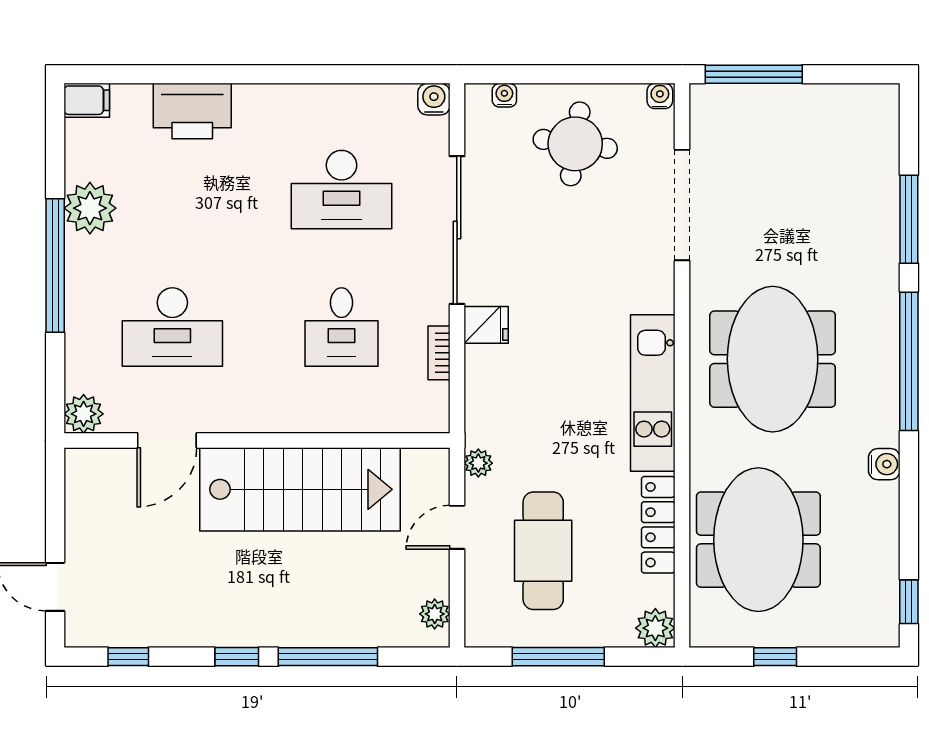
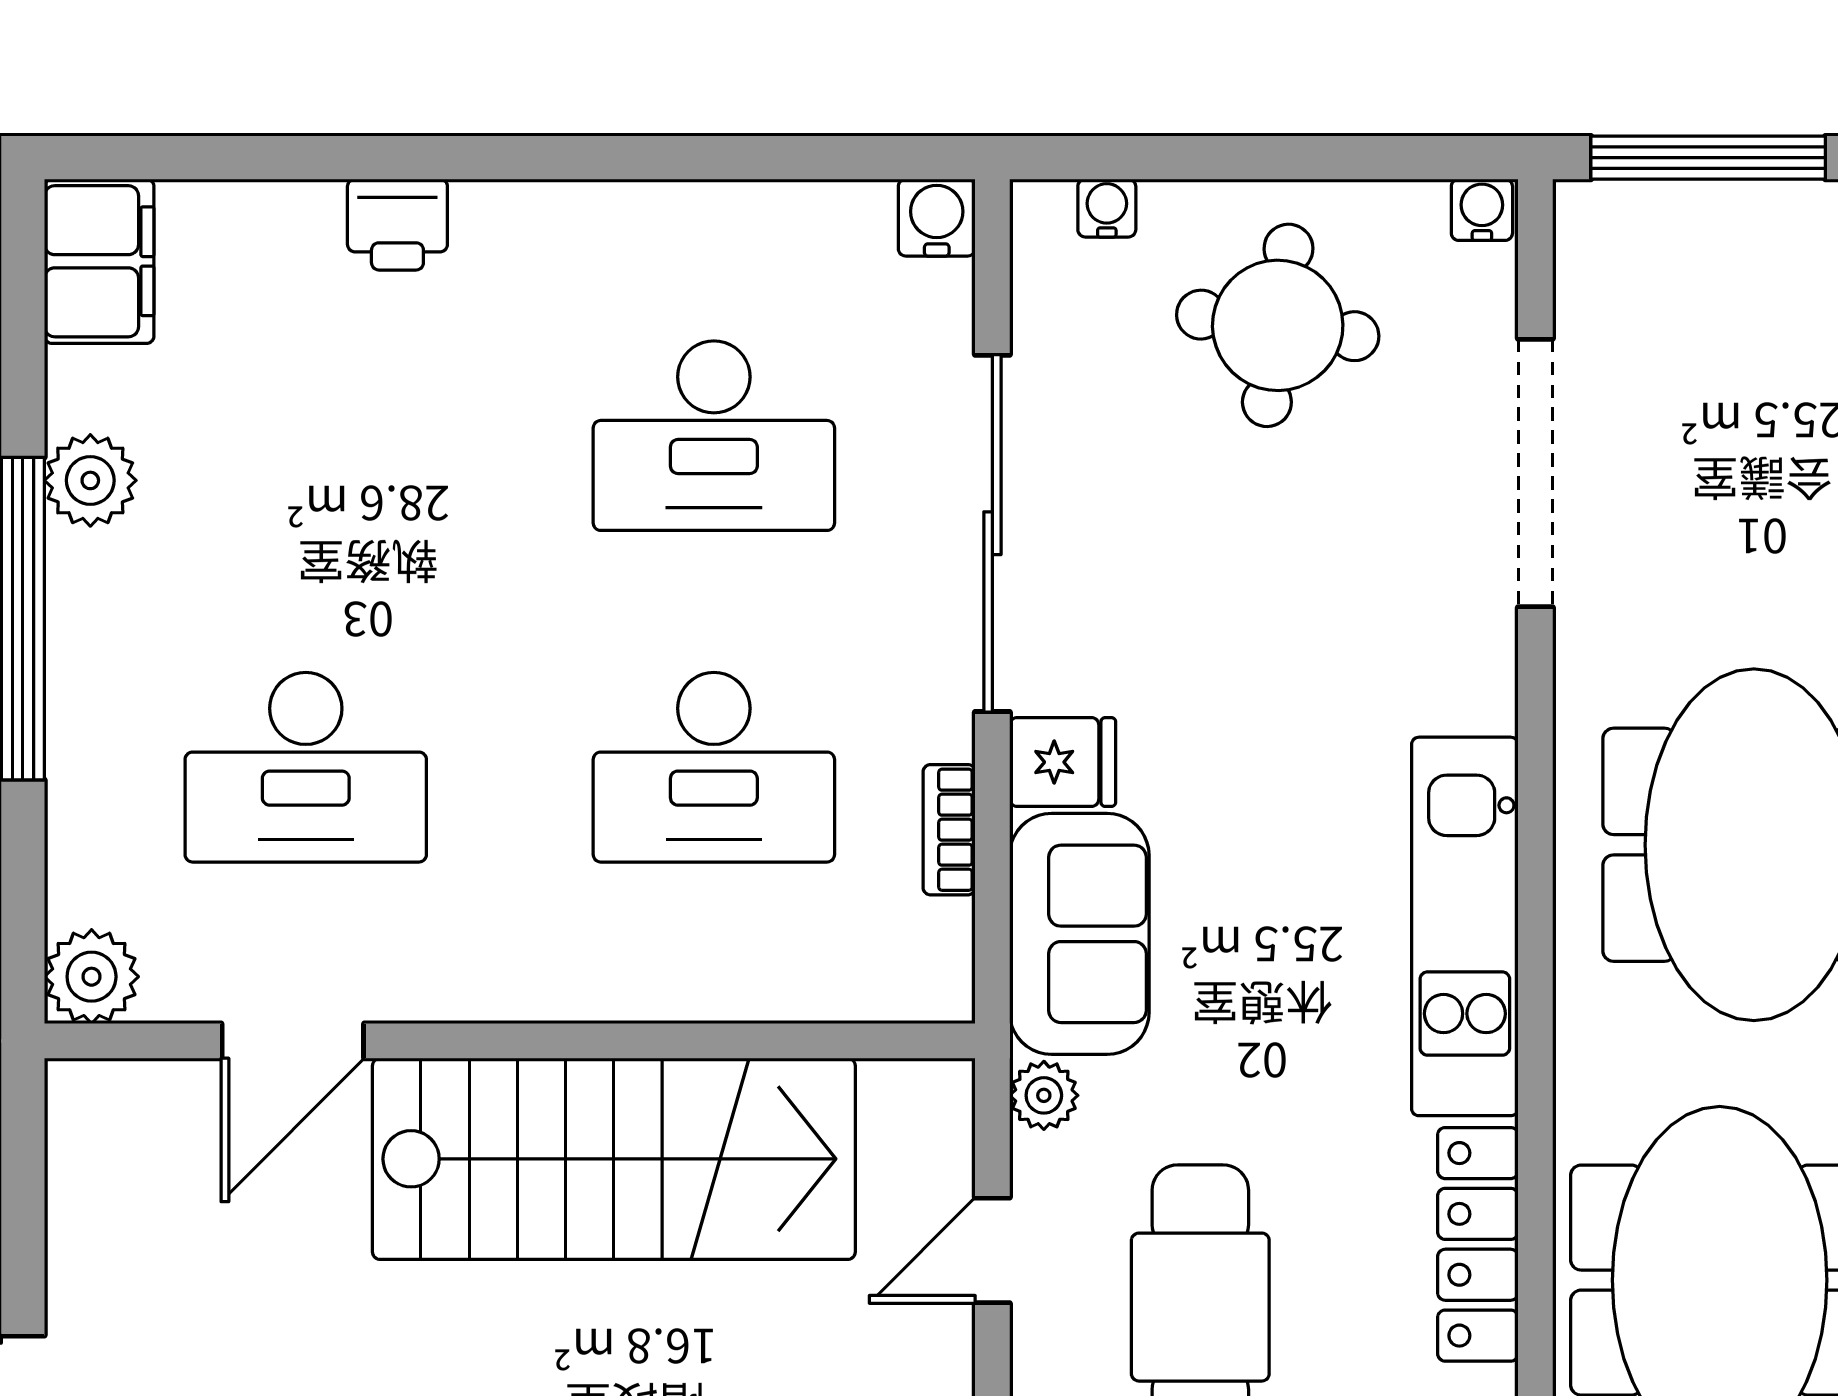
filing cabinet: (87, 100) -> (99, 261), width x2.00
printer: (192, 111) -> (397, 225), width x0.53, depth x0.68
plant: (90, 208) -> (90, 480), width x0.73, depth x0.73
desk: (342, 327) -> (714, 767), width x1.37
sofa: (493, 396) -> (1079, 934), added

